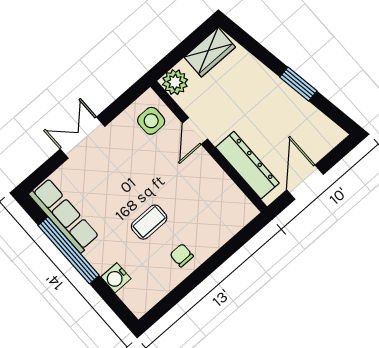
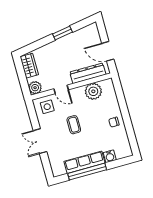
plant: (219, 191) -> (93, 91), added
row of seats: (64, 215) -> (84, 162), moved
coffee table: (149, 222) -> (74, 125), moved

